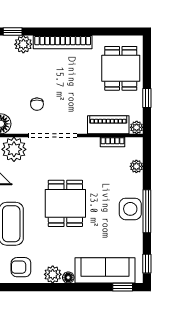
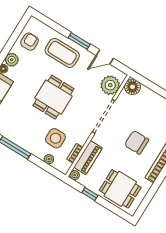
chair: (37, 104) -> (137, 142), moved, width x1.87, depth x1.87
dining table: (65, 203) -> (54, 97), turned 90
side table: (130, 209) -> (55, 138), moved

